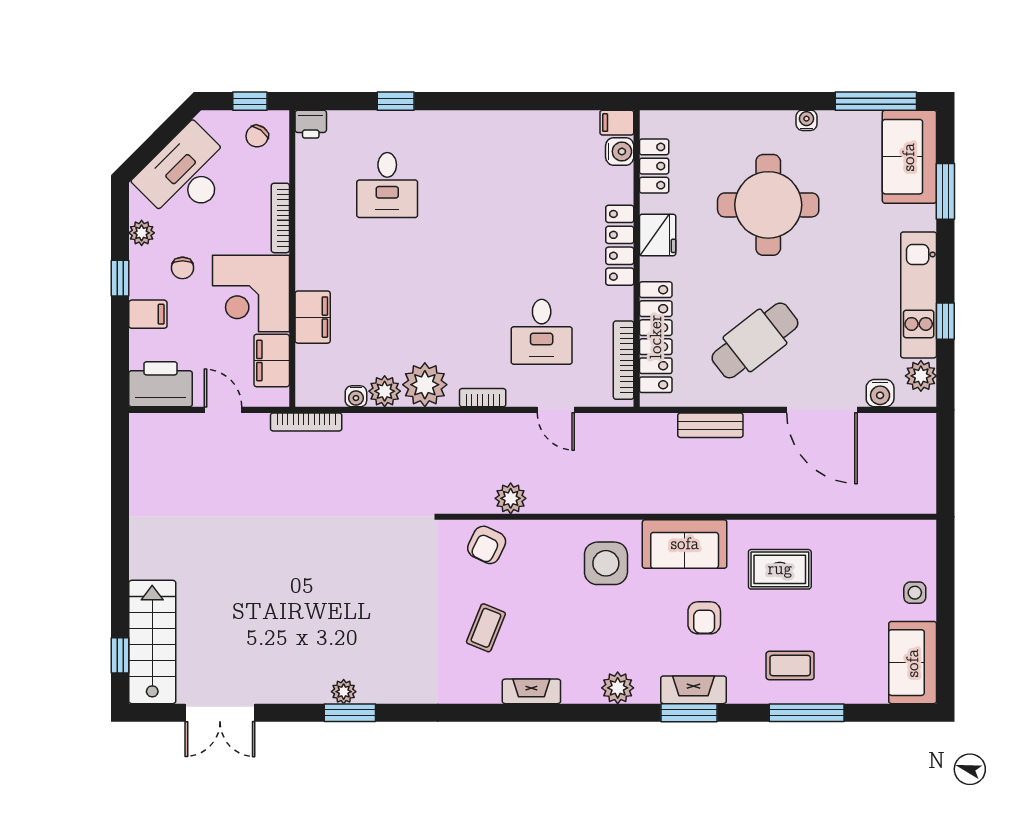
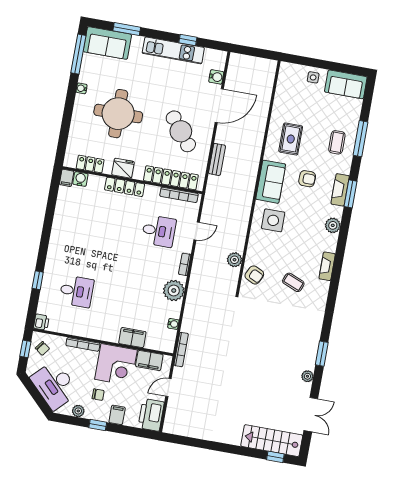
plant: (921, 376) -> (212, 56), removed
plant: (385, 391) -> (173, 310), removed
plant: (344, 692) -> (307, 376), moved

